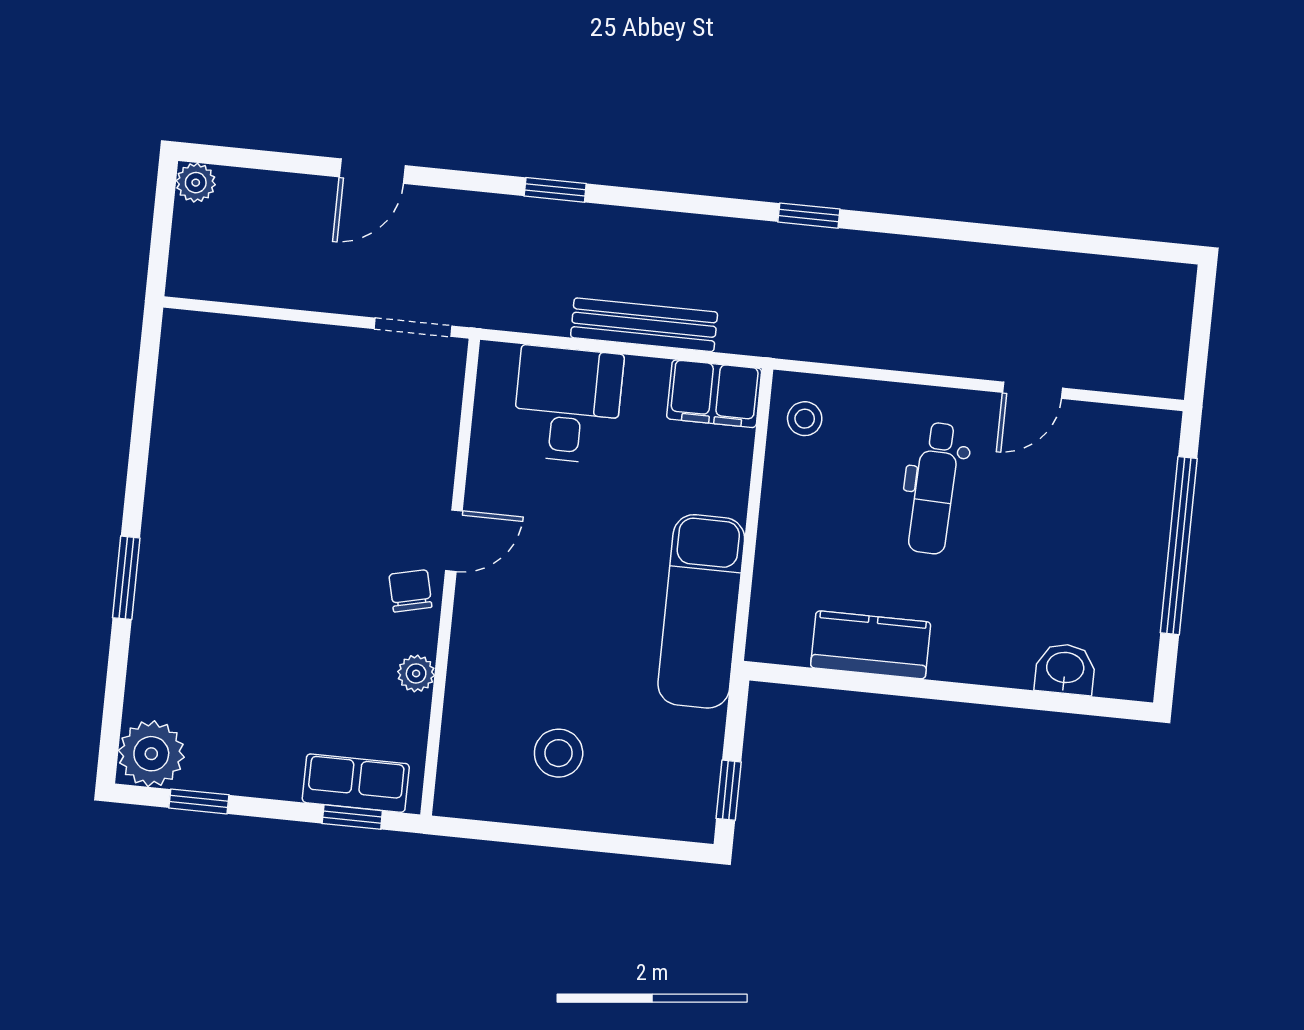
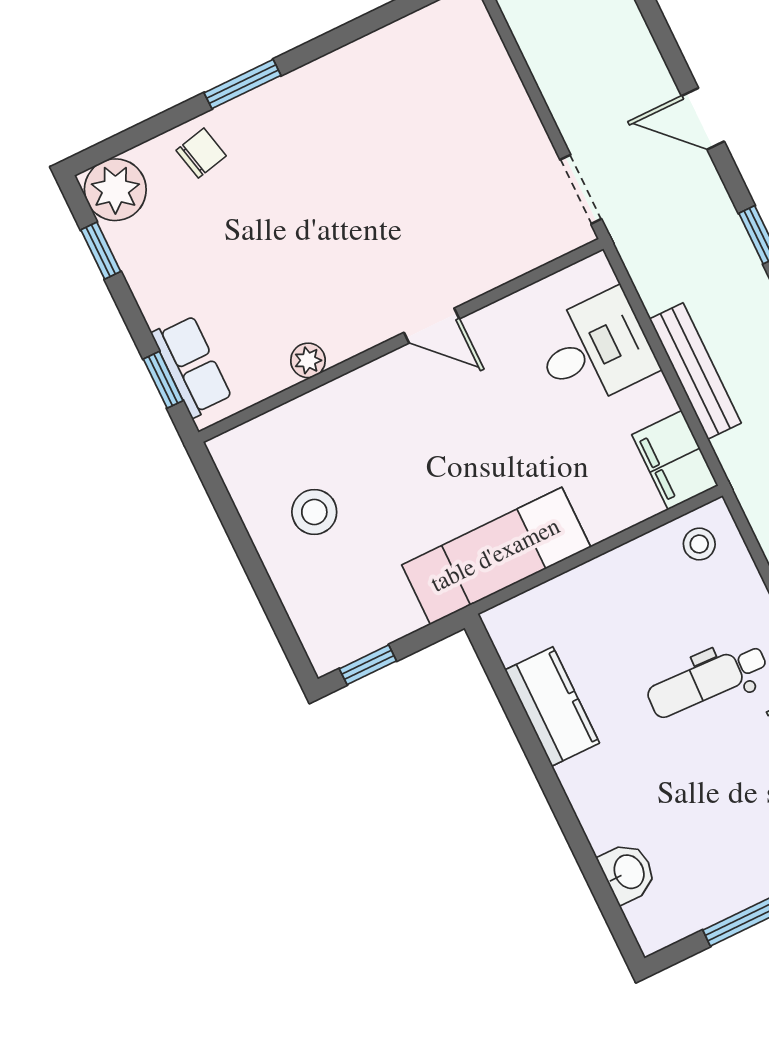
door: (372, 171) -> (703, 119), moved
chair: (410, 591) -> (201, 153), moved

